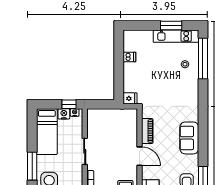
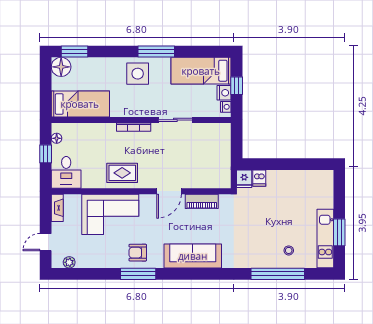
dishwasher: (129, 57) -> (259, 178), moved
window: (203, 59) -> (278, 274), moved
window: (69, 104) -> (237, 86), moved
sofa: (189, 138) -> (193, 256), width x1.36

